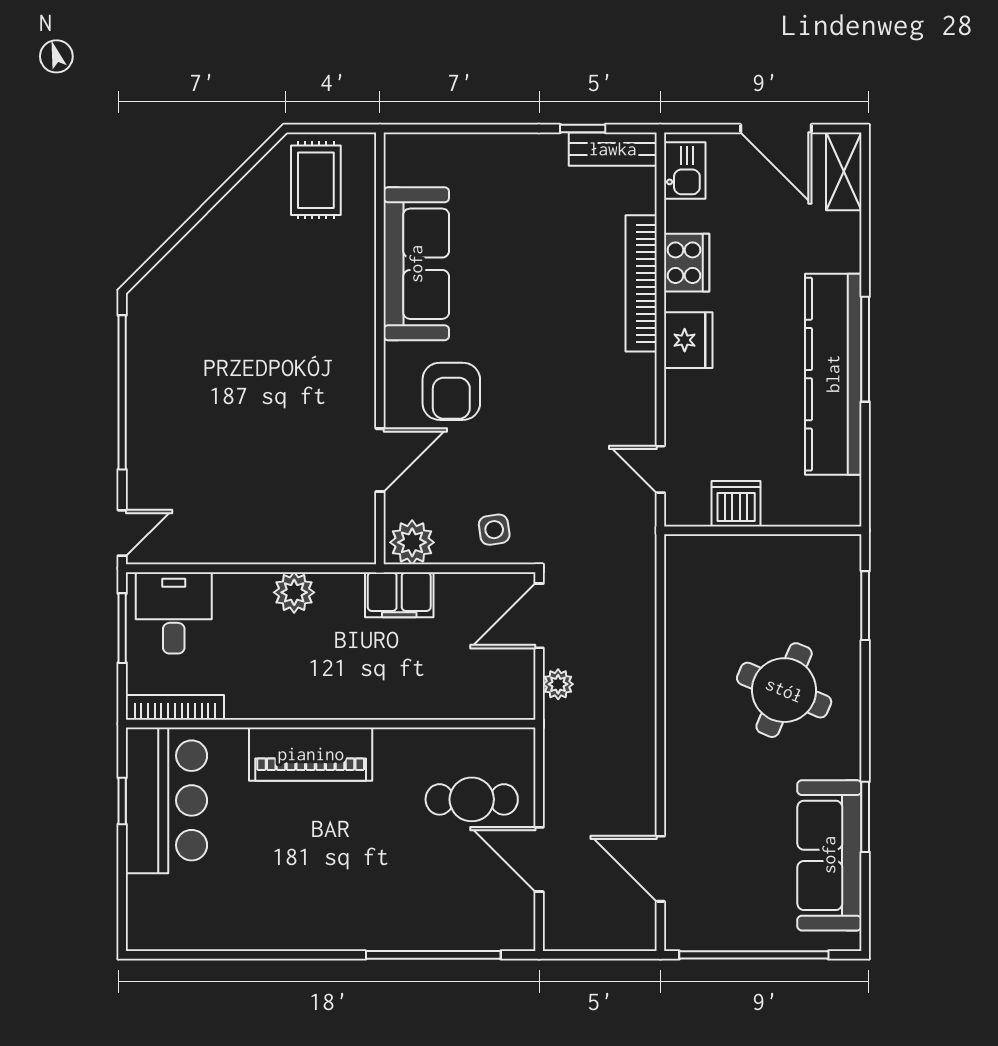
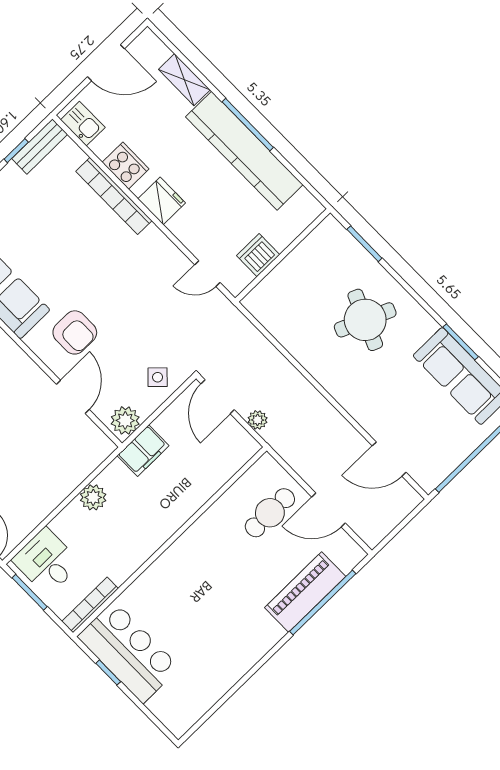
shelving: (844, 171) -> (184, 80), moved
side table: (494, 530) -> (158, 377), turned -38
piano: (311, 754) -> (305, 592), moved, turned 180

